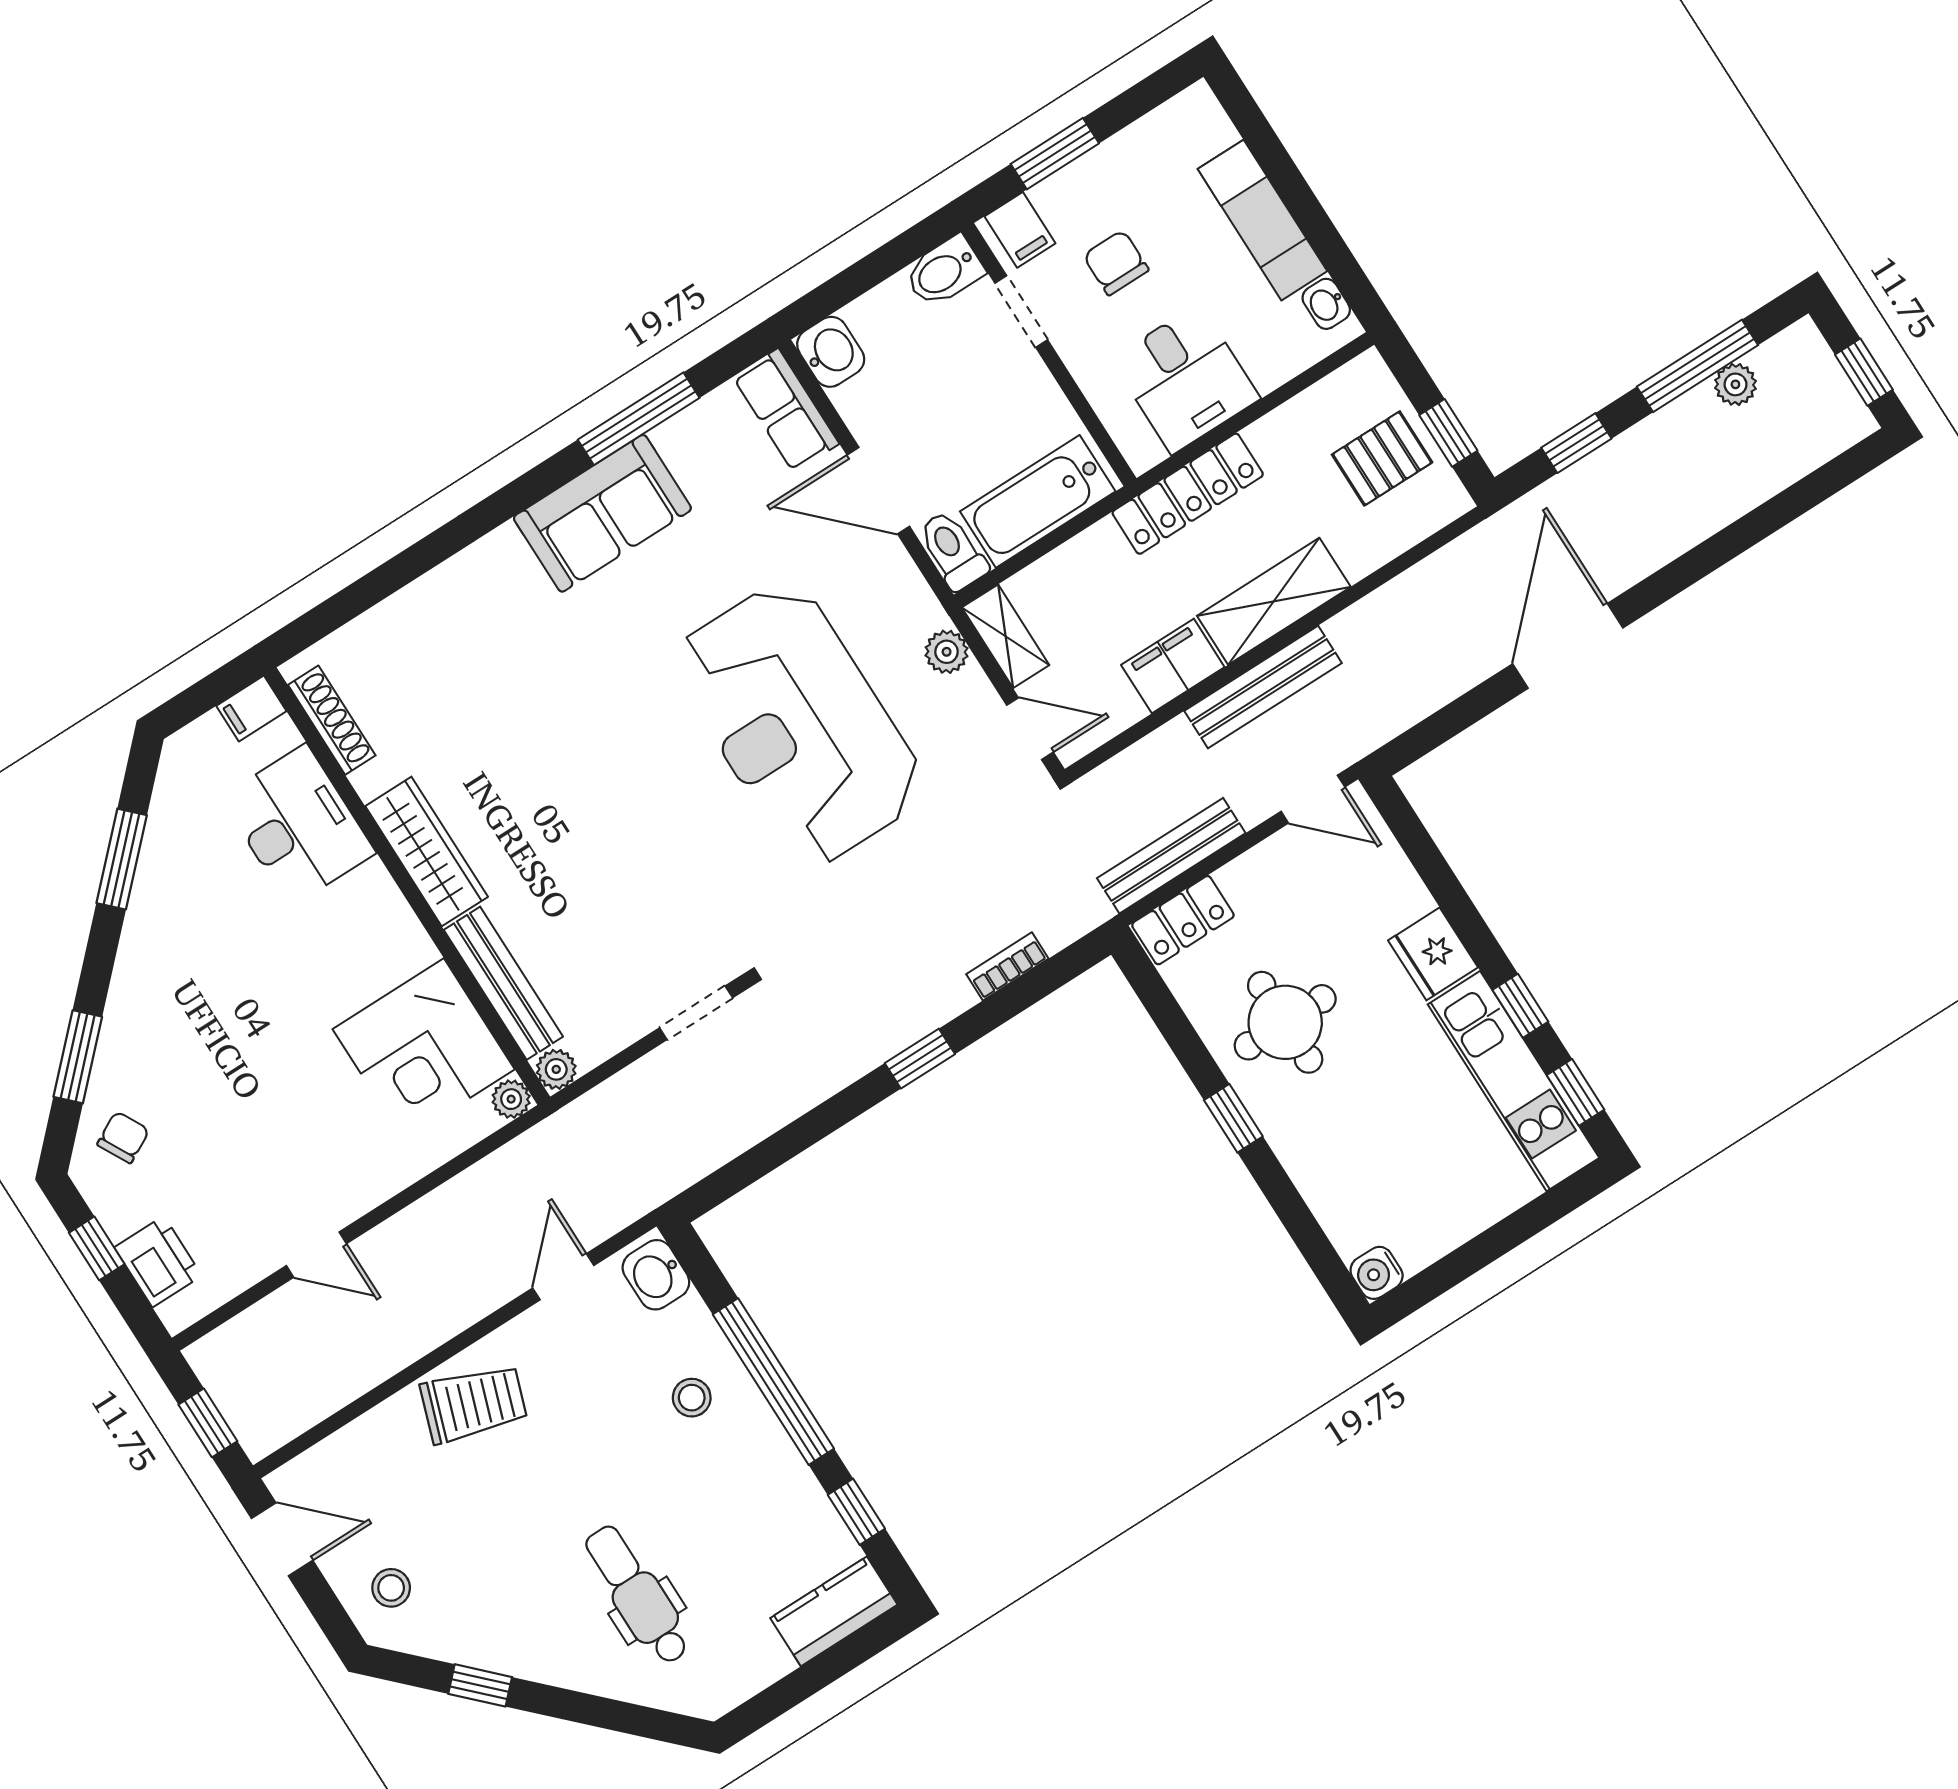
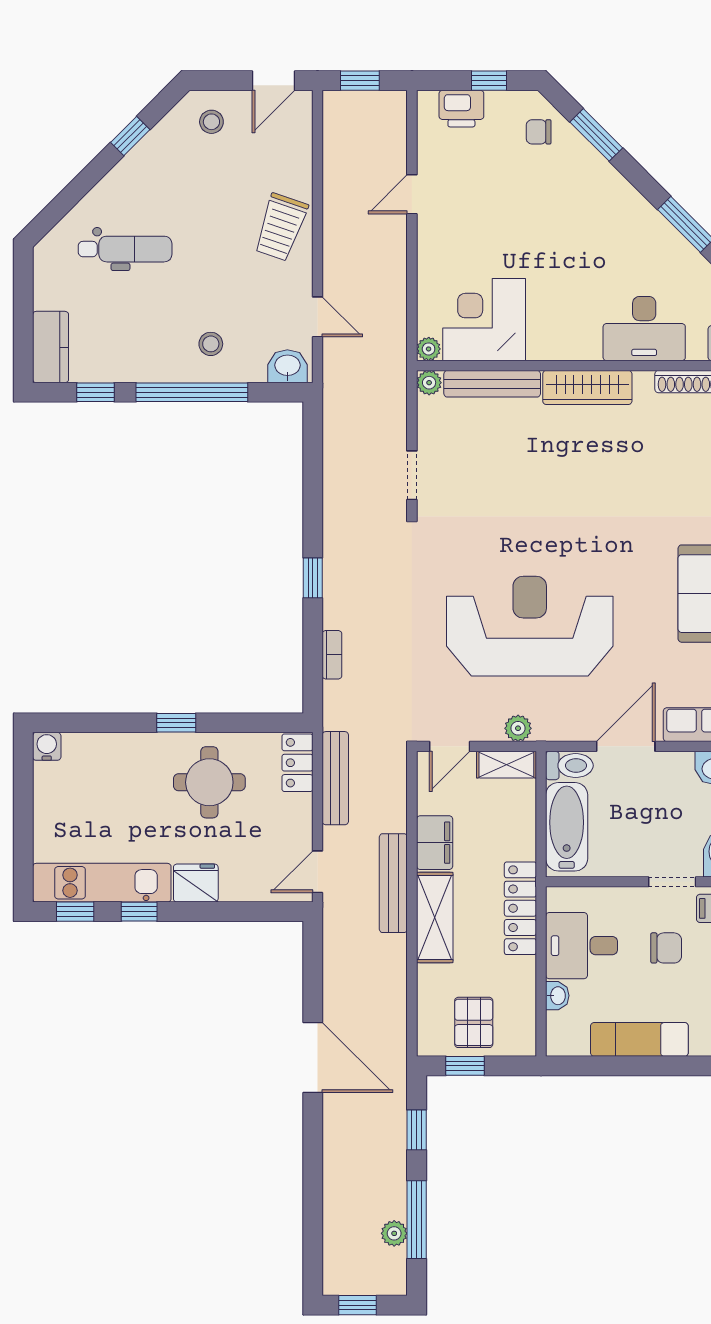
washbasin: (1326, 304) -> (557, 996), moved, turned 90
chair: (123, 1137) -> (539, 132), turned 118

